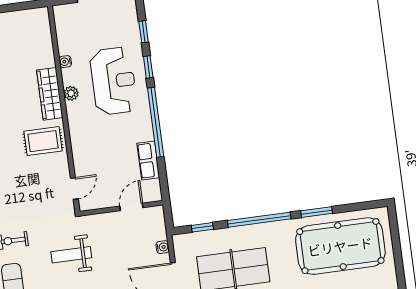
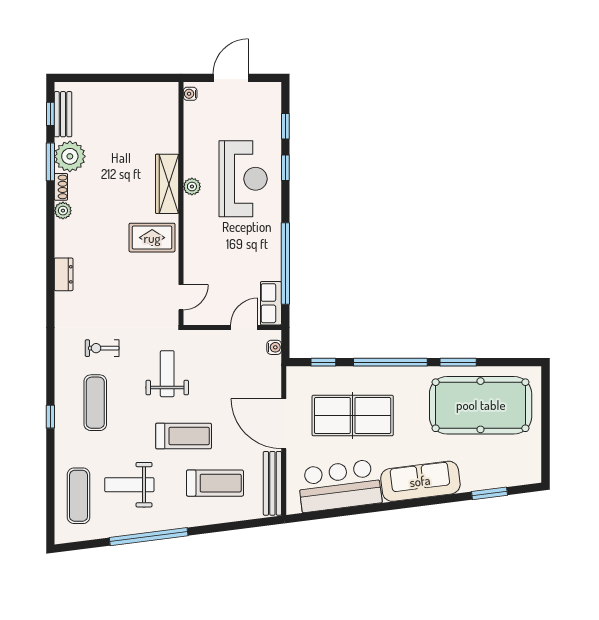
water cooler: (65, 62) -> (190, 94), moved
window: (156, 122) -> (285, 263), moved
row of seats: (148, 160) -> (271, 303), moved
water cooler: (163, 247) -> (274, 347), moved
weight bench: (71, 255) -> (167, 374), turned 90

